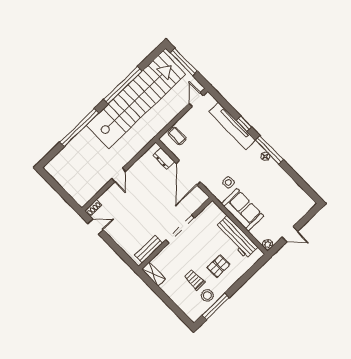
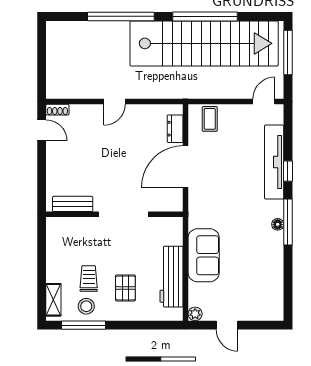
side table: (228, 182) -> (216, 215), removed
pallet: (218, 266) -> (125, 288), turned 90
shelving: (153, 274) -> (53, 300), moved

